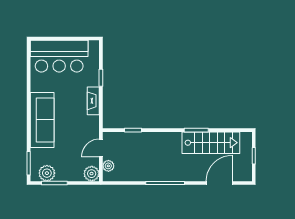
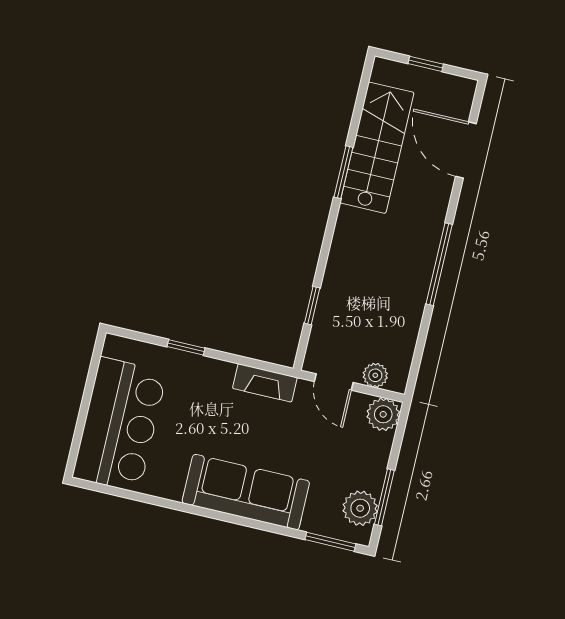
fireplace: (93, 101) -> (265, 383), moved

